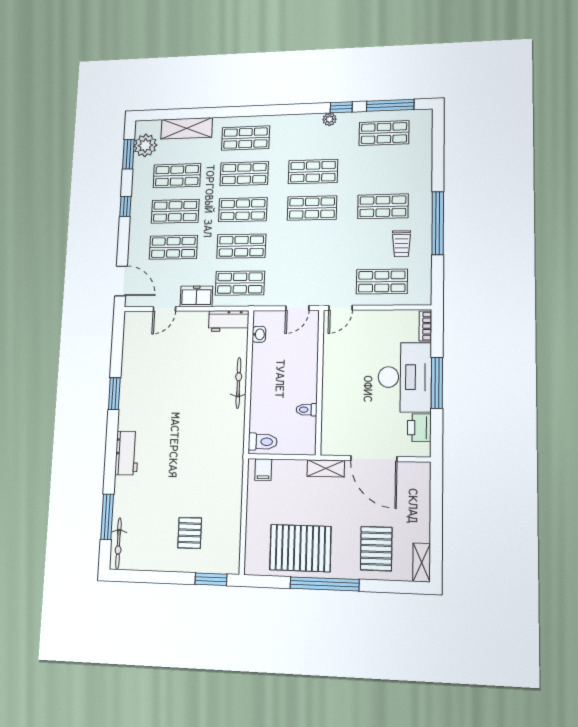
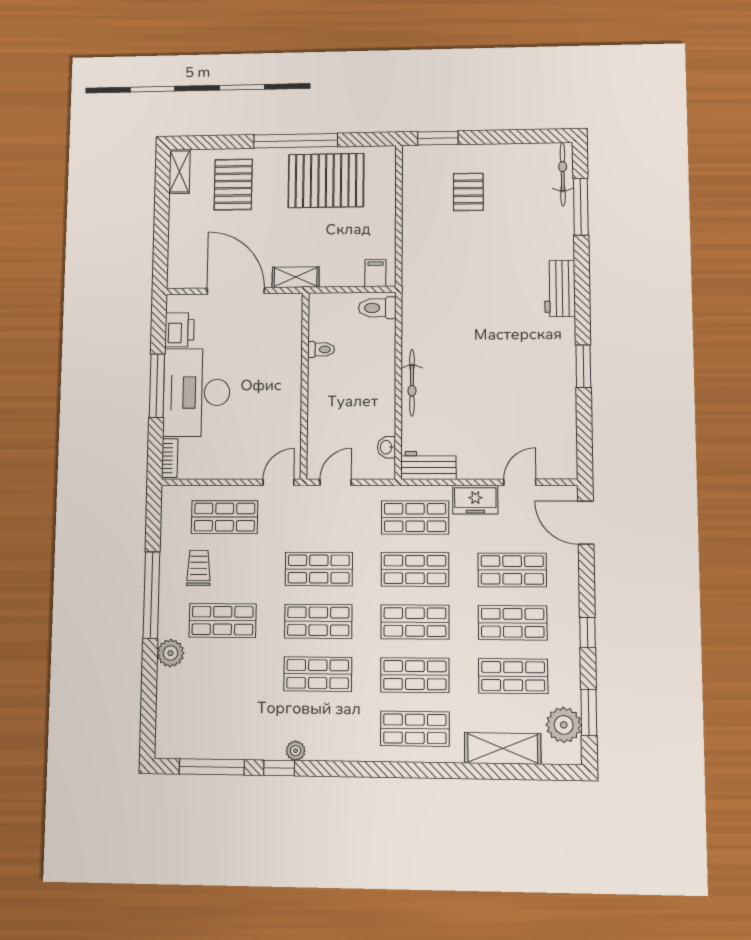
shop shelf: (384, 133) -> (319, 569), moved
plant: (422, 182) -> (170, 653), added

